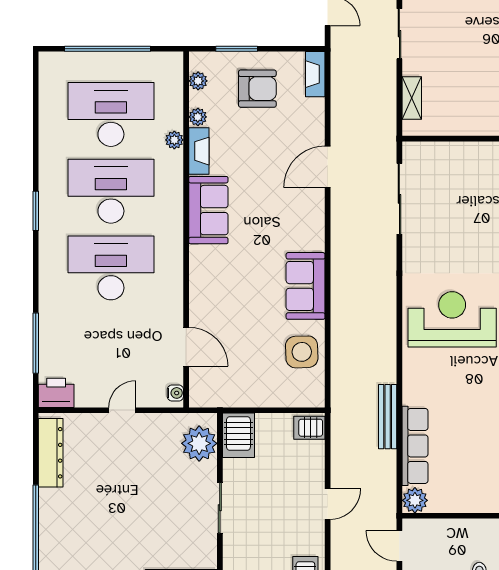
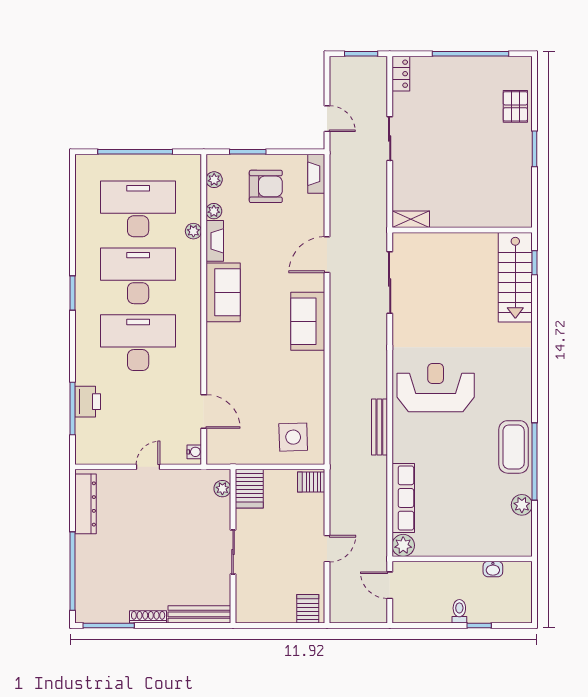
shelving: (412, 98) -> (411, 219), moved, turned 90
sofa: (306, 286) -> (308, 321), moved
side table: (302, 352) -> (293, 437), moved
printer: (56, 393) -> (88, 402), moved, turned 90
bench: (388, 417) -> (379, 427), moved
plant: (199, 443) -> (222, 489), width x0.53, depth x0.53

